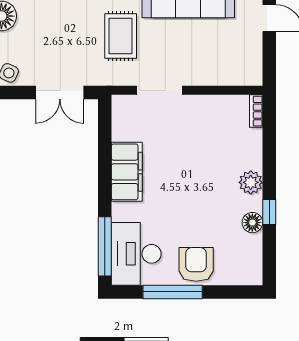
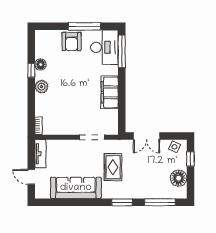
tv unit: (253, 60) -> (40, 154), added
double door: (60, 93) -> (146, 136), swing flipped

